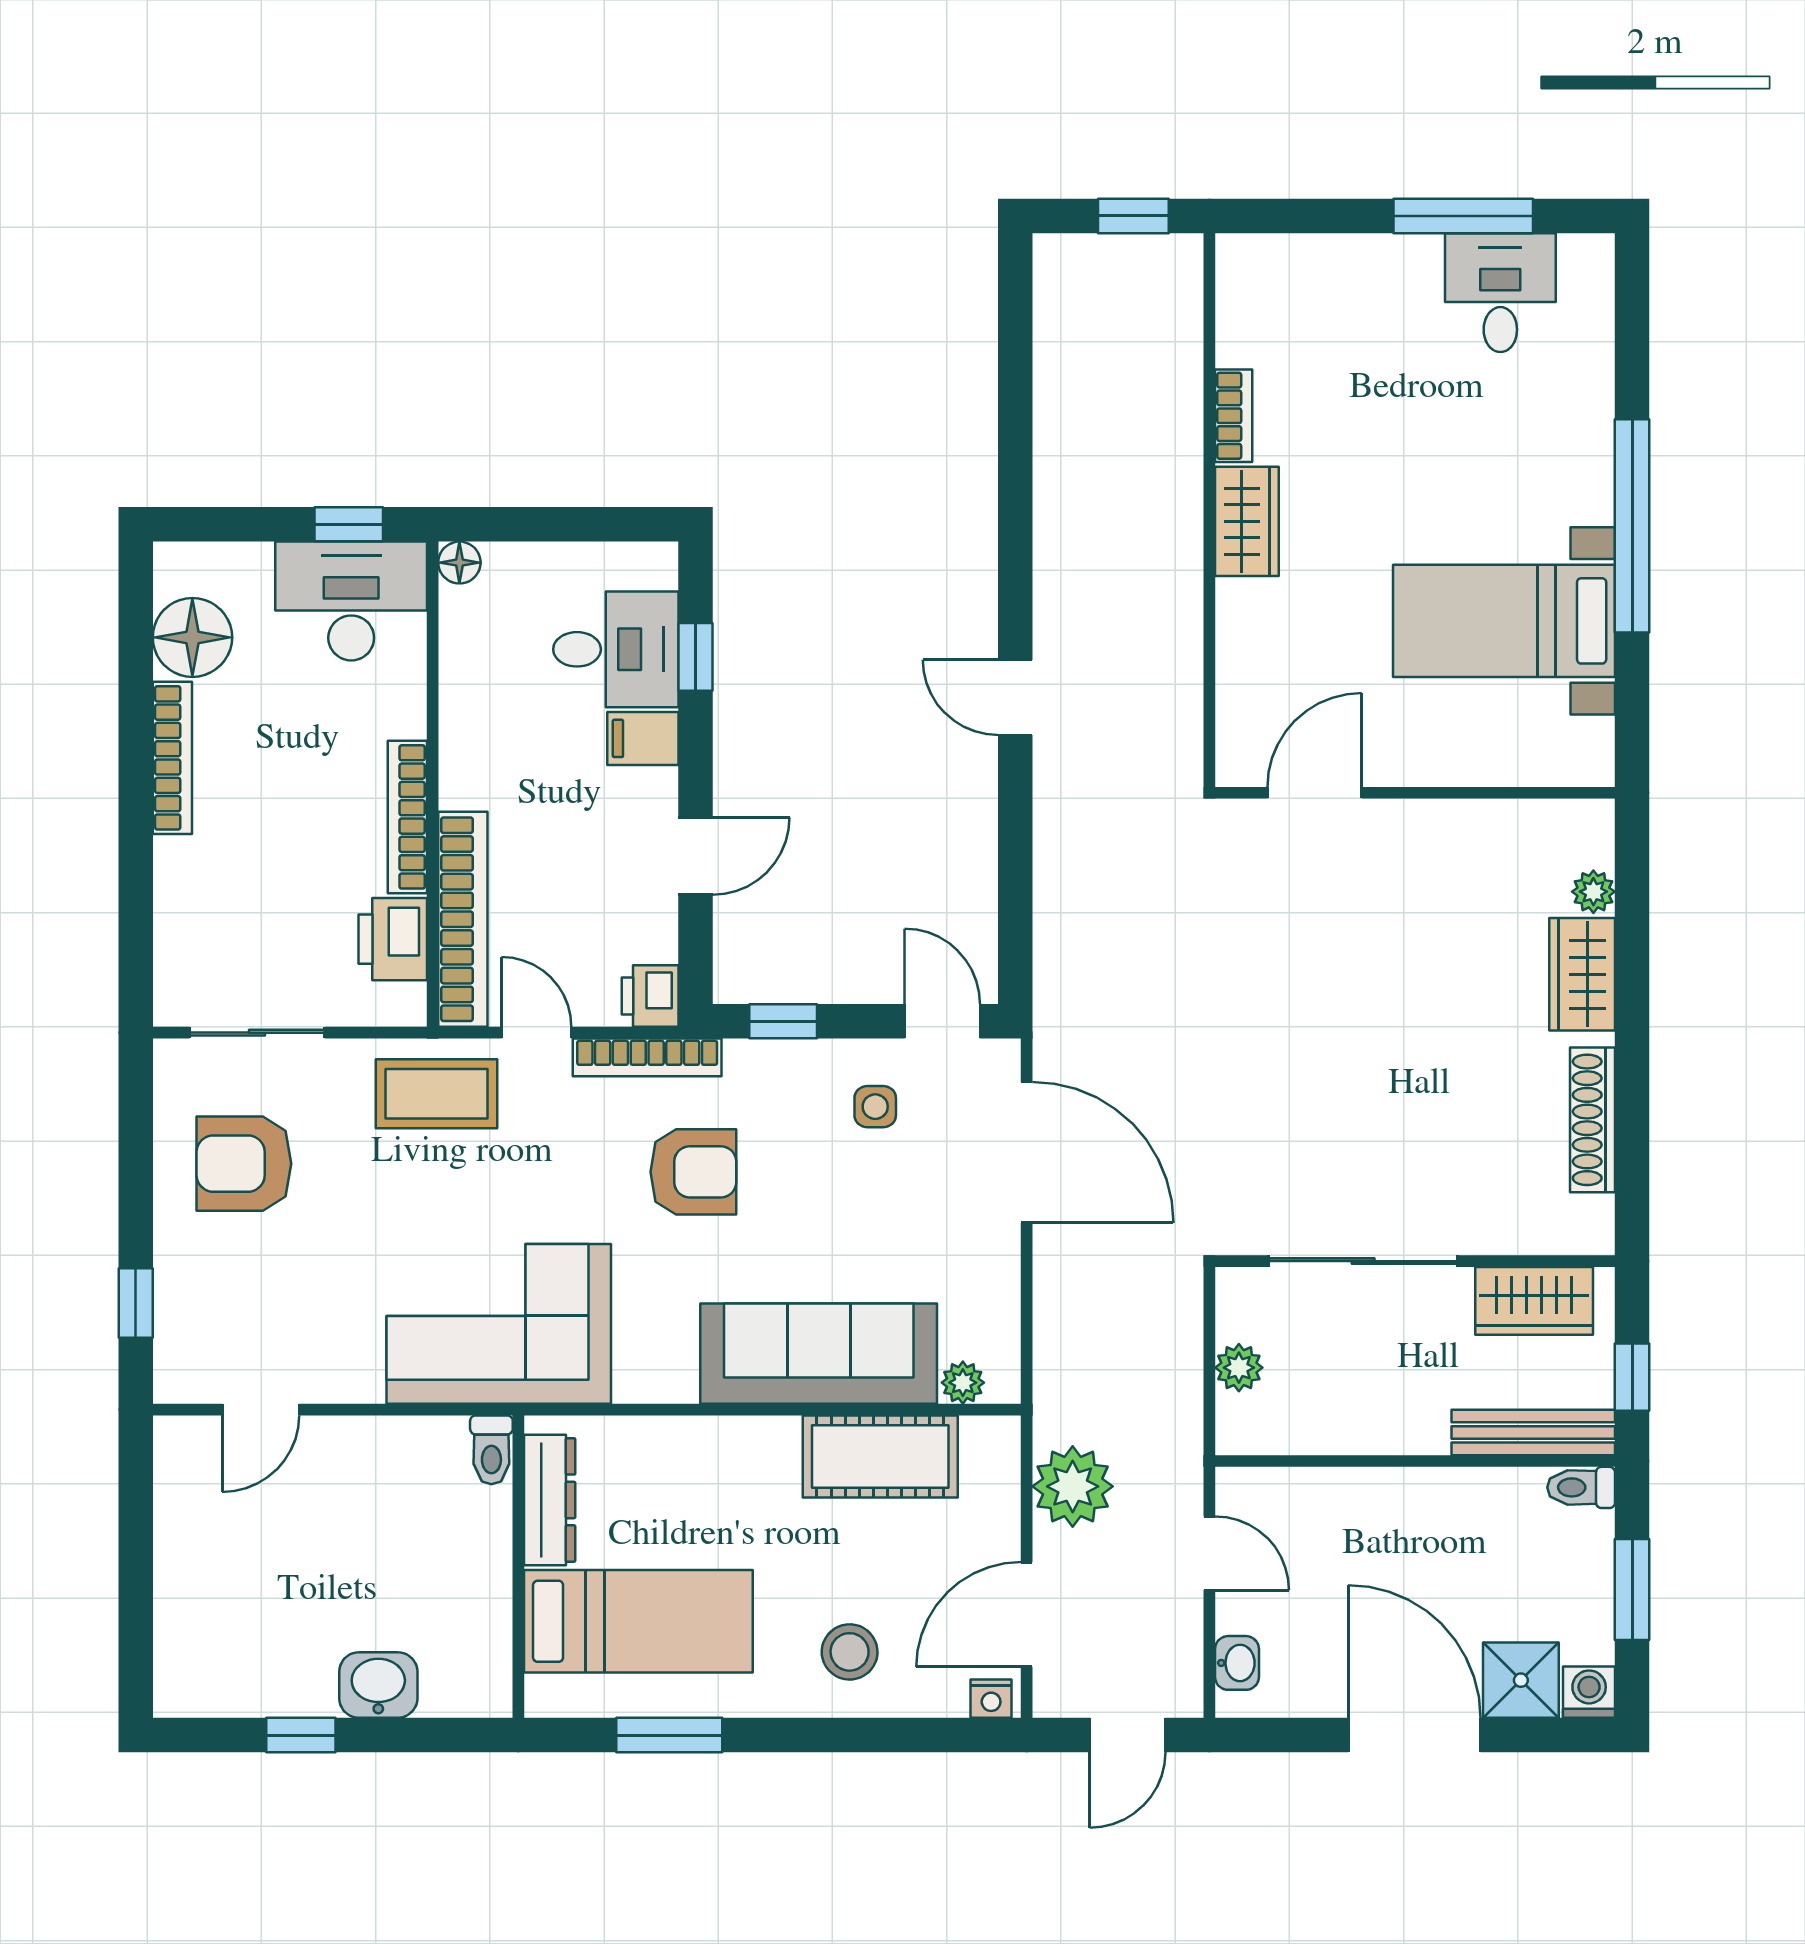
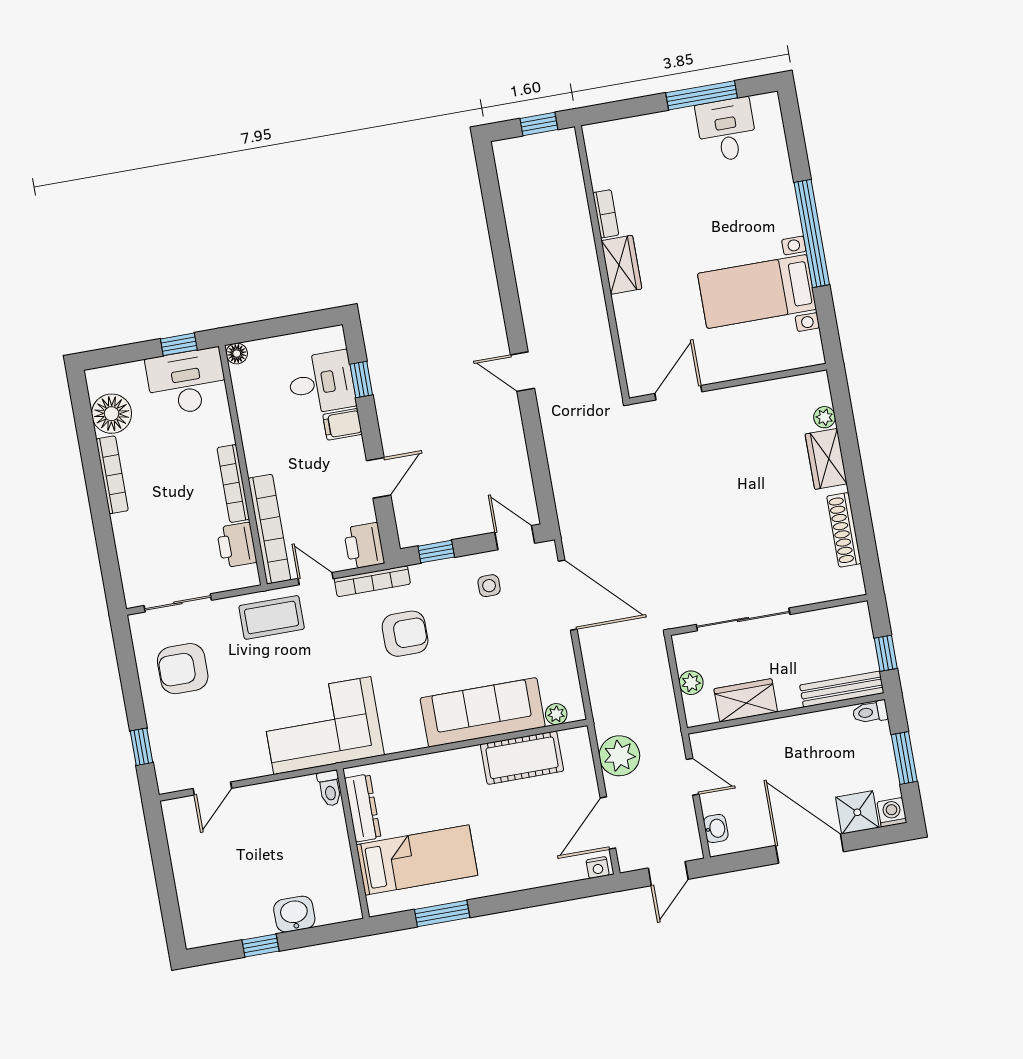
printer: (650, 996) -> (364, 546), width x1.36, depth x1.24
wardrobe: (1534, 1301) -> (746, 700), moved, turned 180
stool: (850, 1652) -> (524, 857), removed

